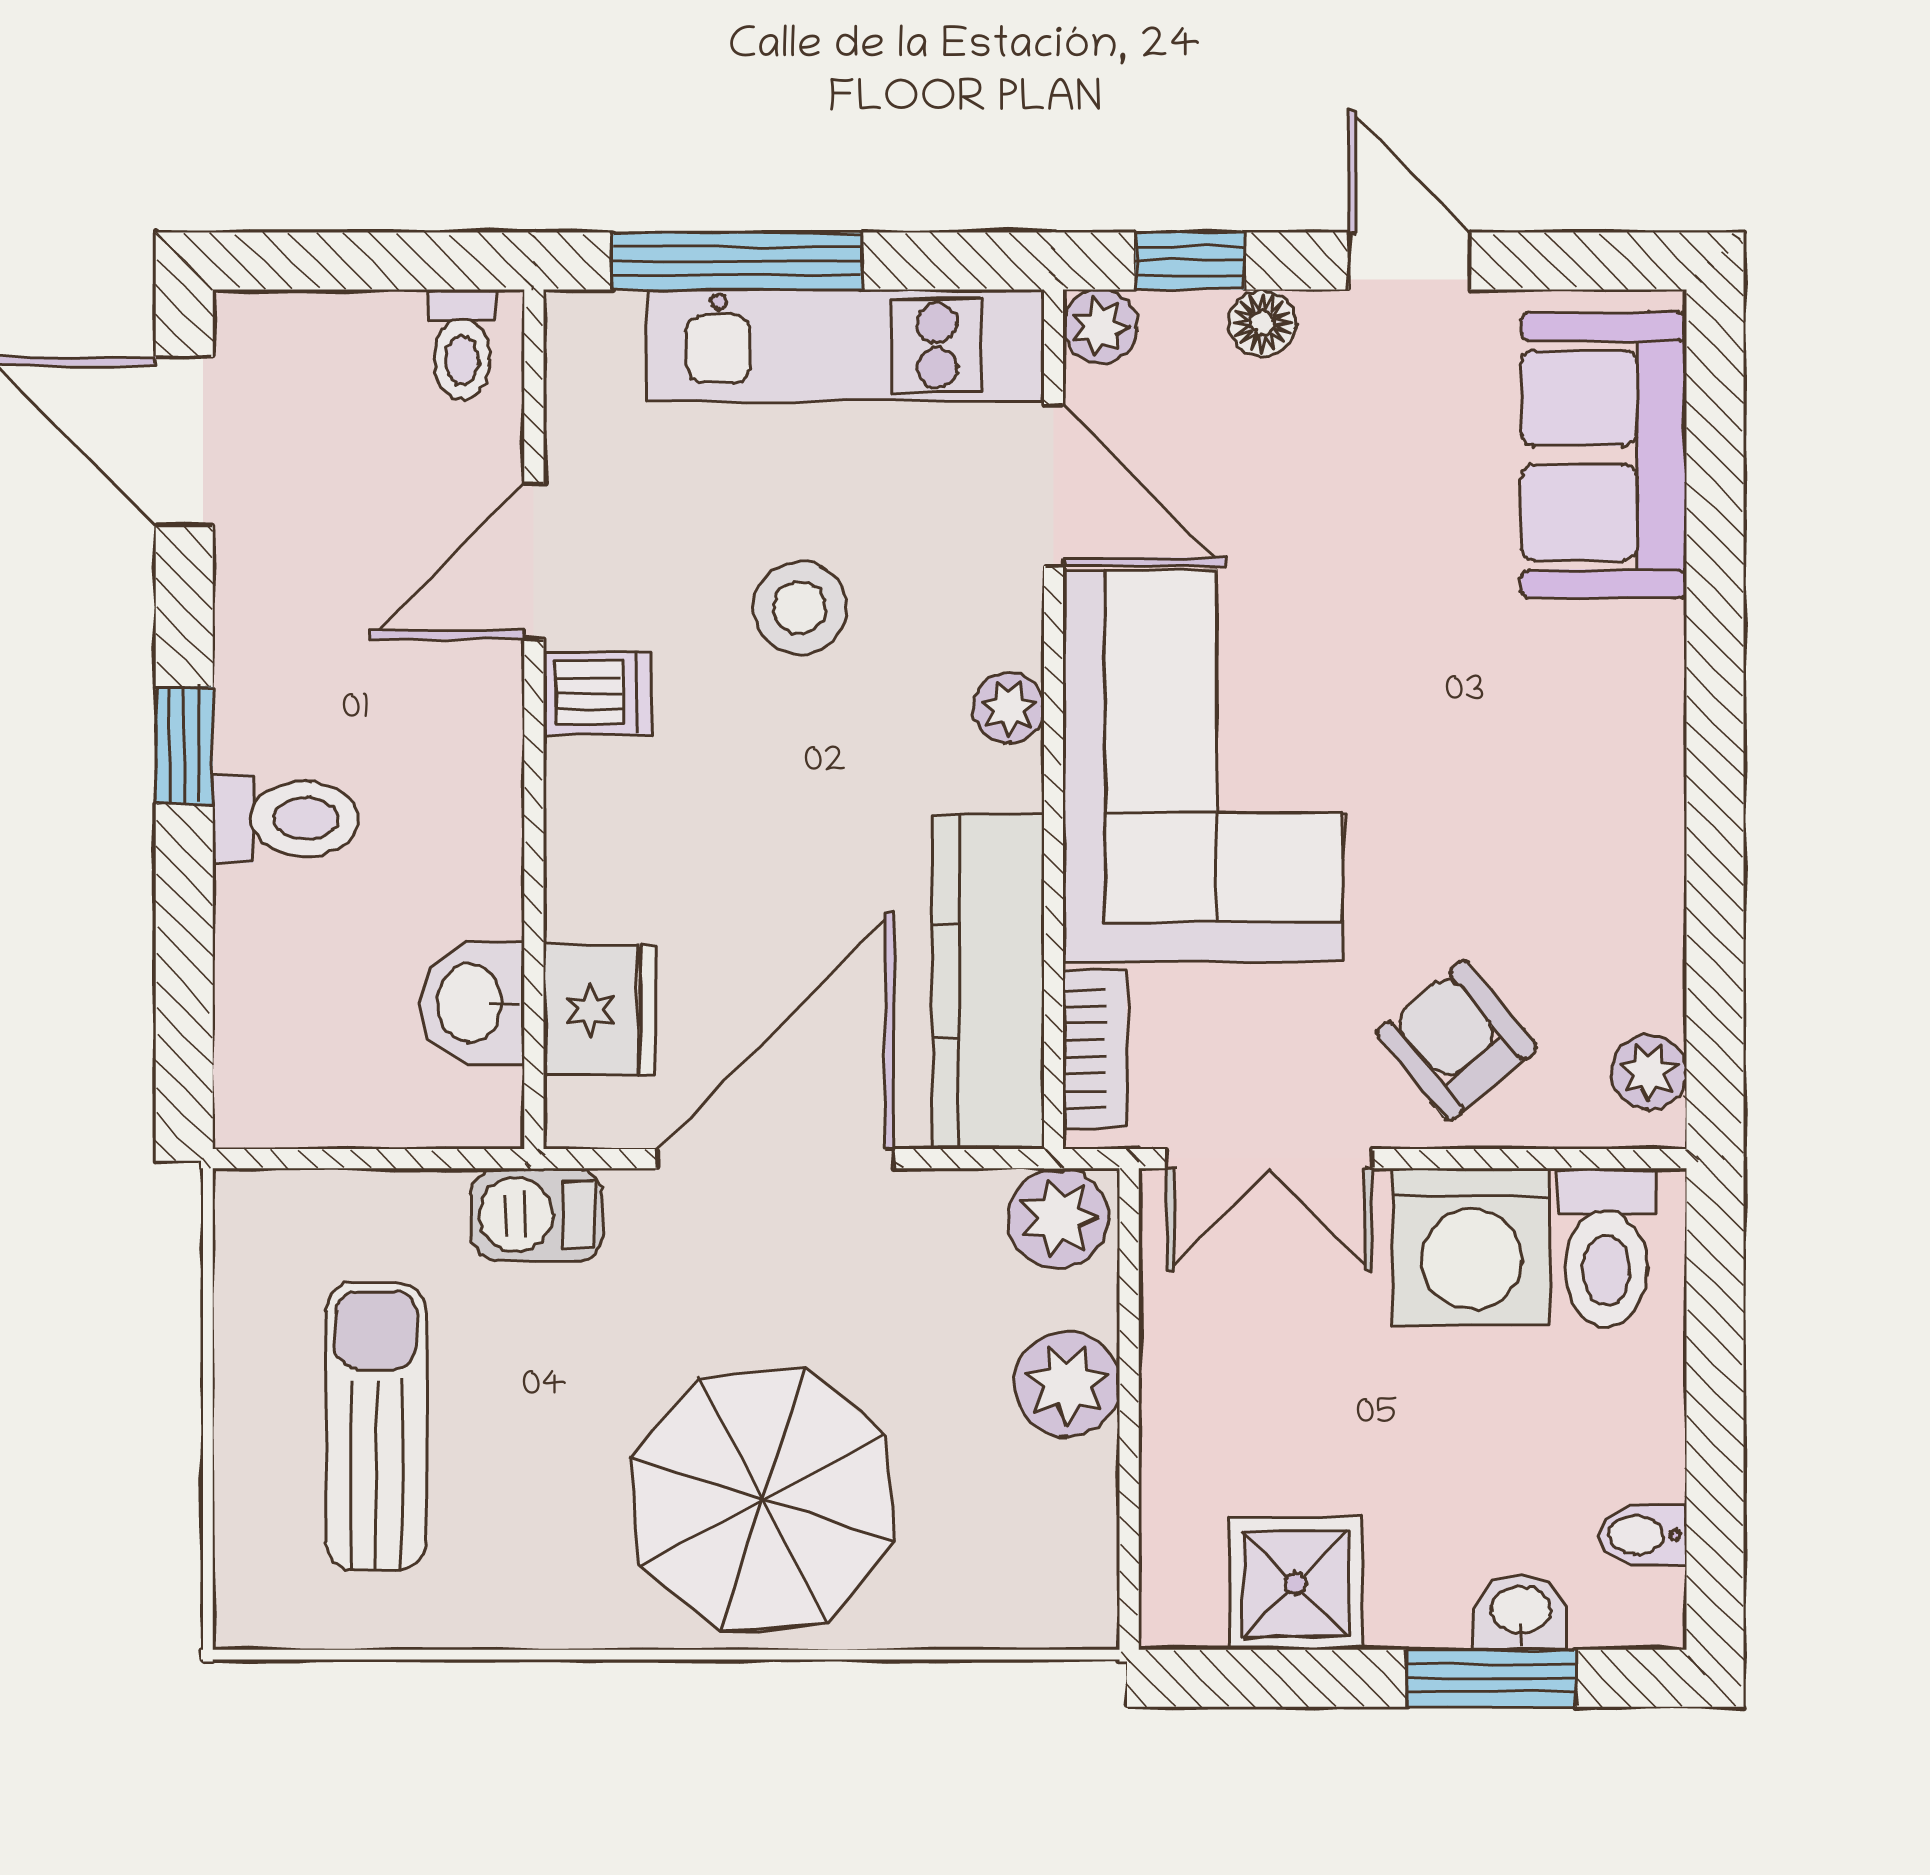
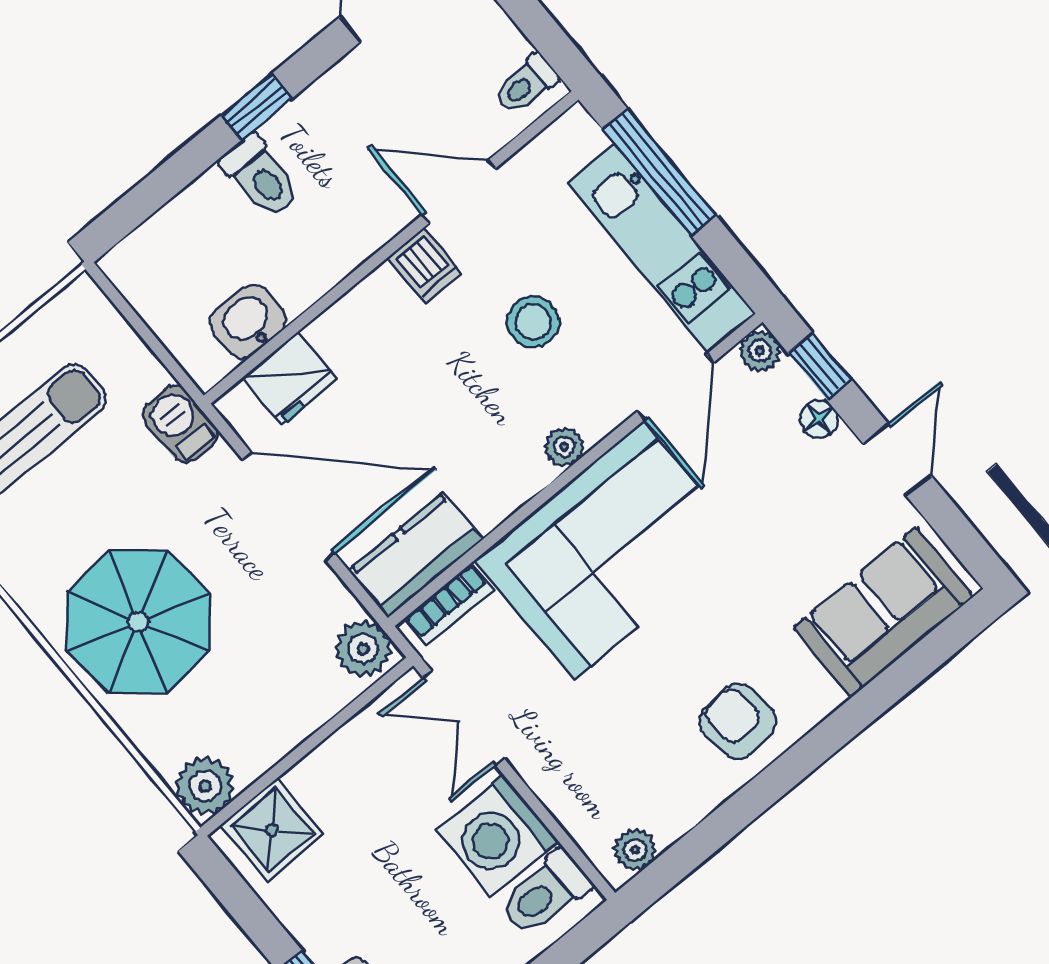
kitchen counter: (988, 982) -> (416, 555), width x0.67
armchair: (1456, 1040) -> (738, 721), moved, turned -55
plant: (1067, 1384) -> (205, 786), moved
shower: (1296, 1584) -> (272, 830), moved

